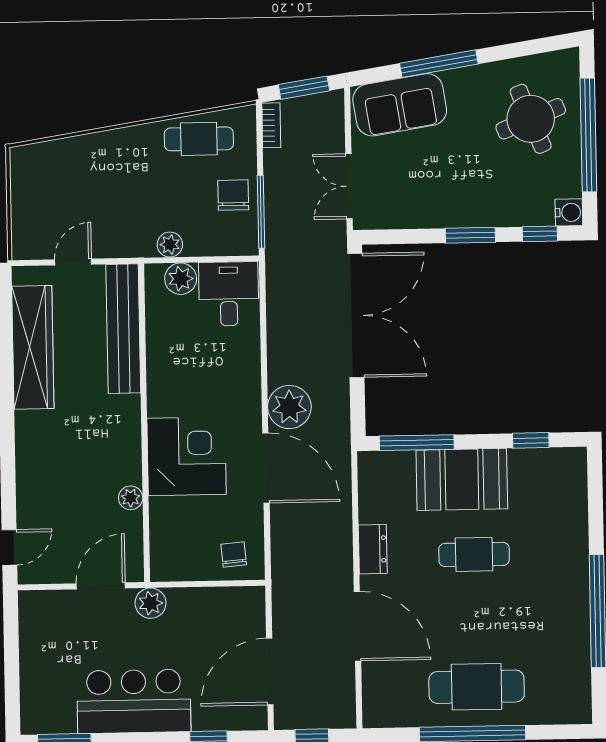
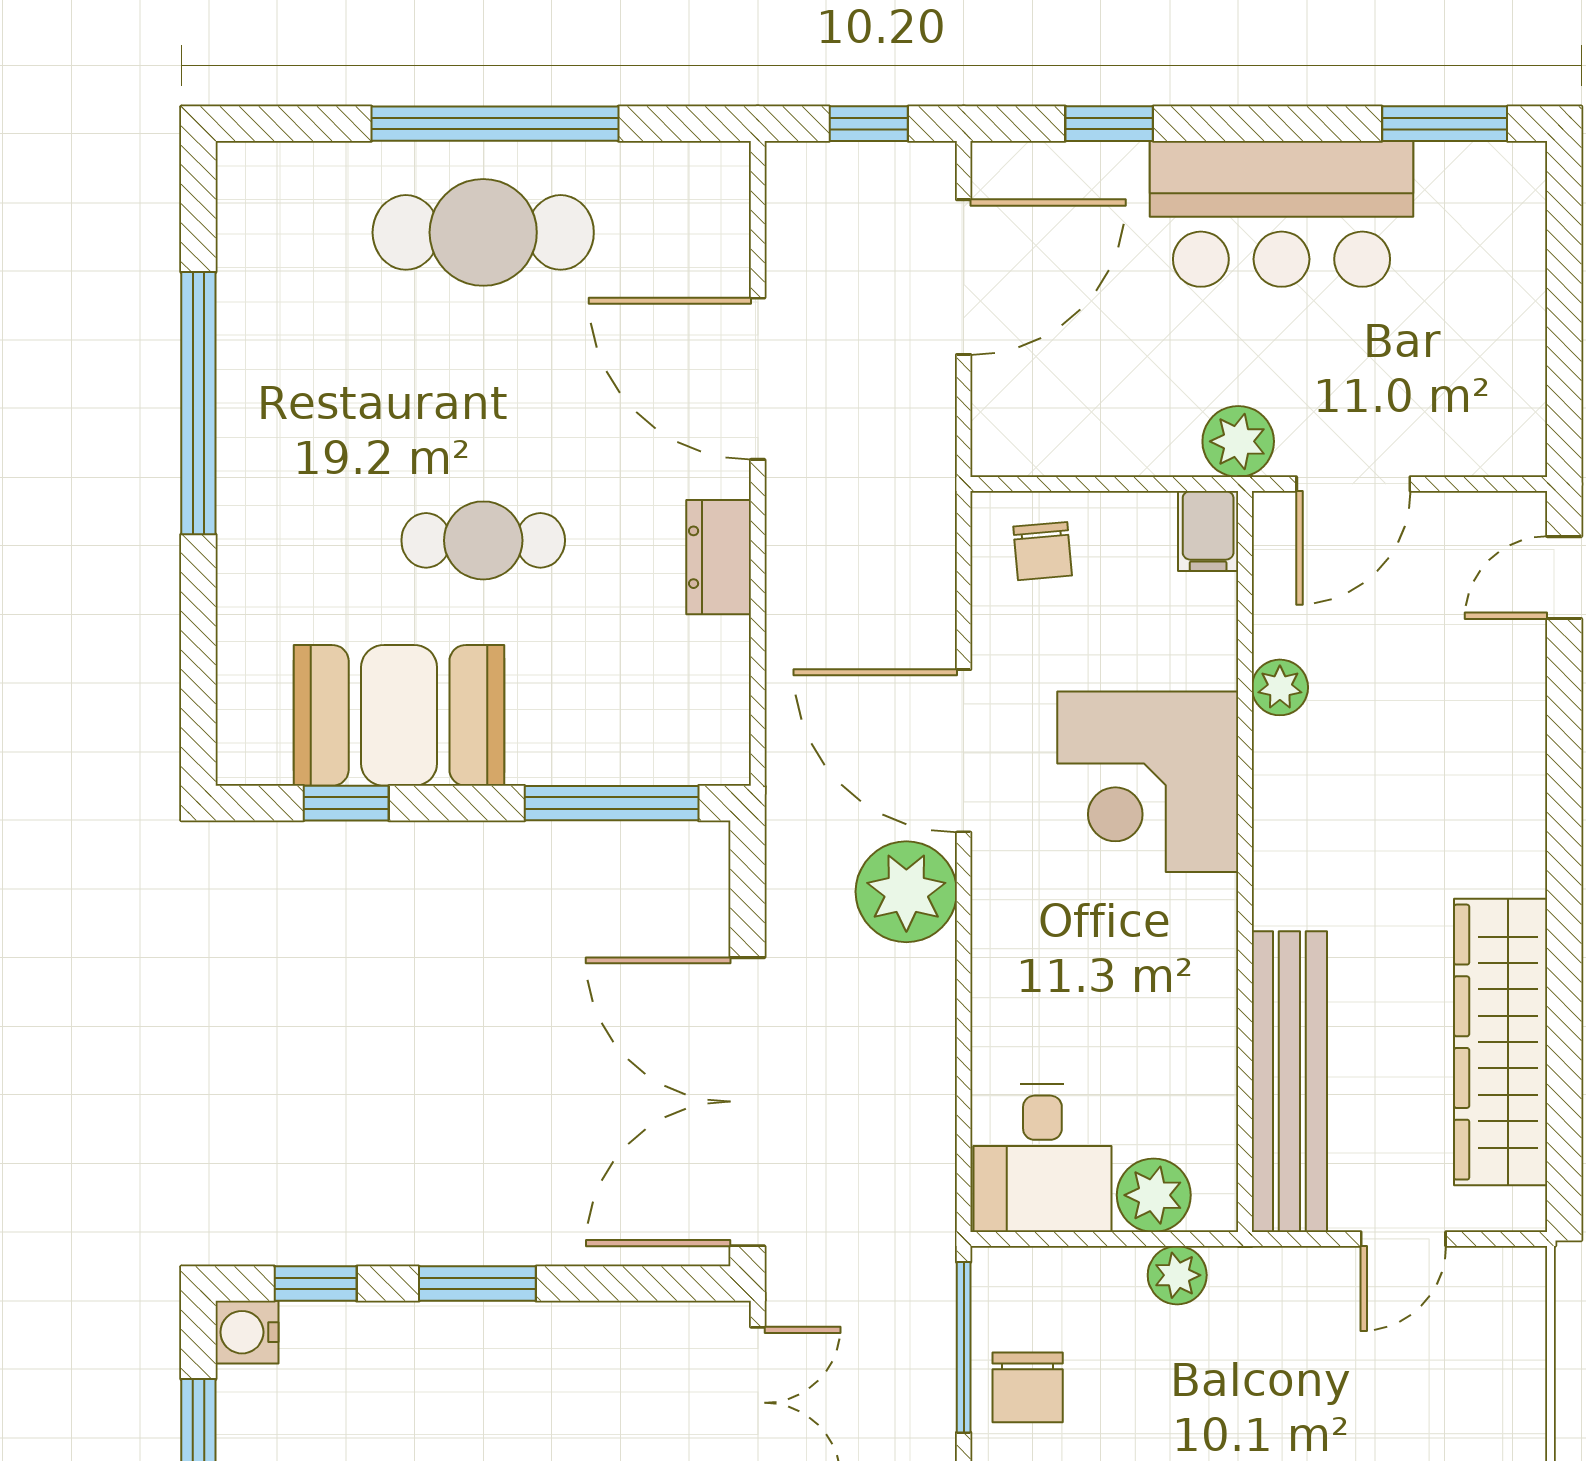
booth: (462, 479) -> (399, 715), moved
filing cabinet: (163, 564) -> (1208, 531), added

